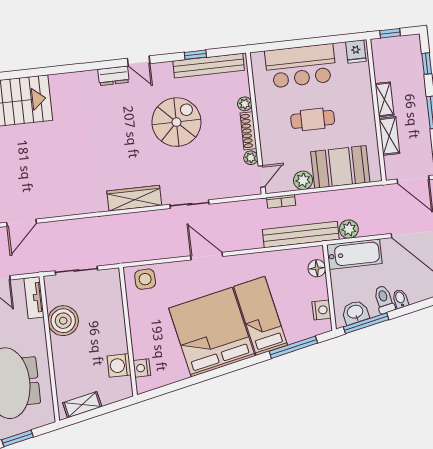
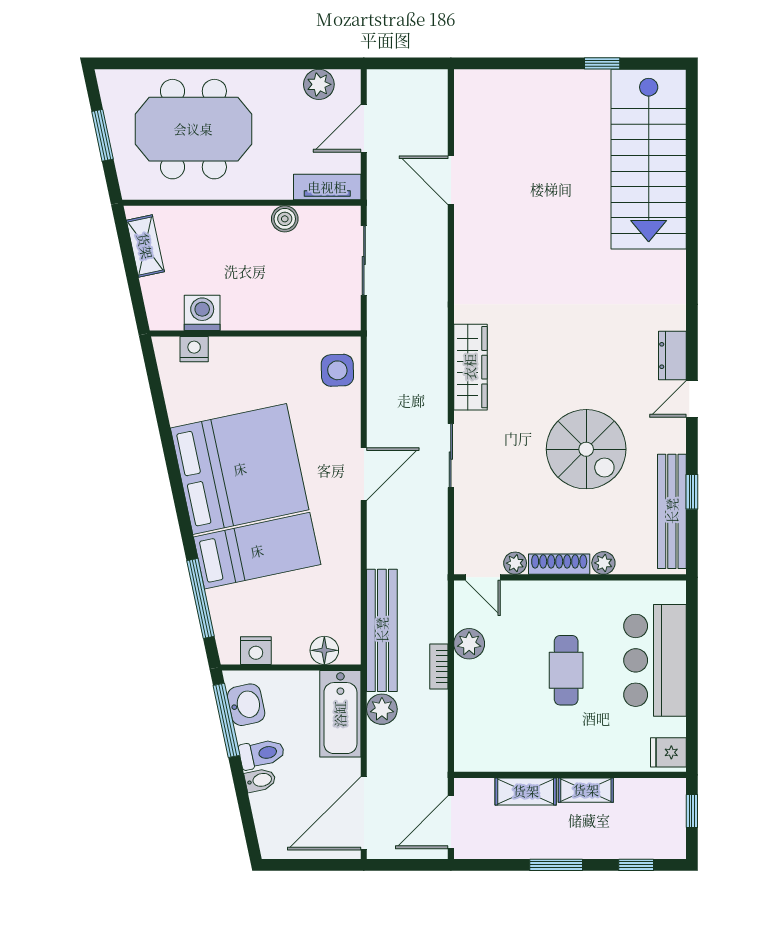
booth: (340, 167) -> (484, 707), removed
bookcase: (281, 201) -> (439, 666), moved
boiler: (63, 321) -> (285, 219), width x0.54, depth x0.54

